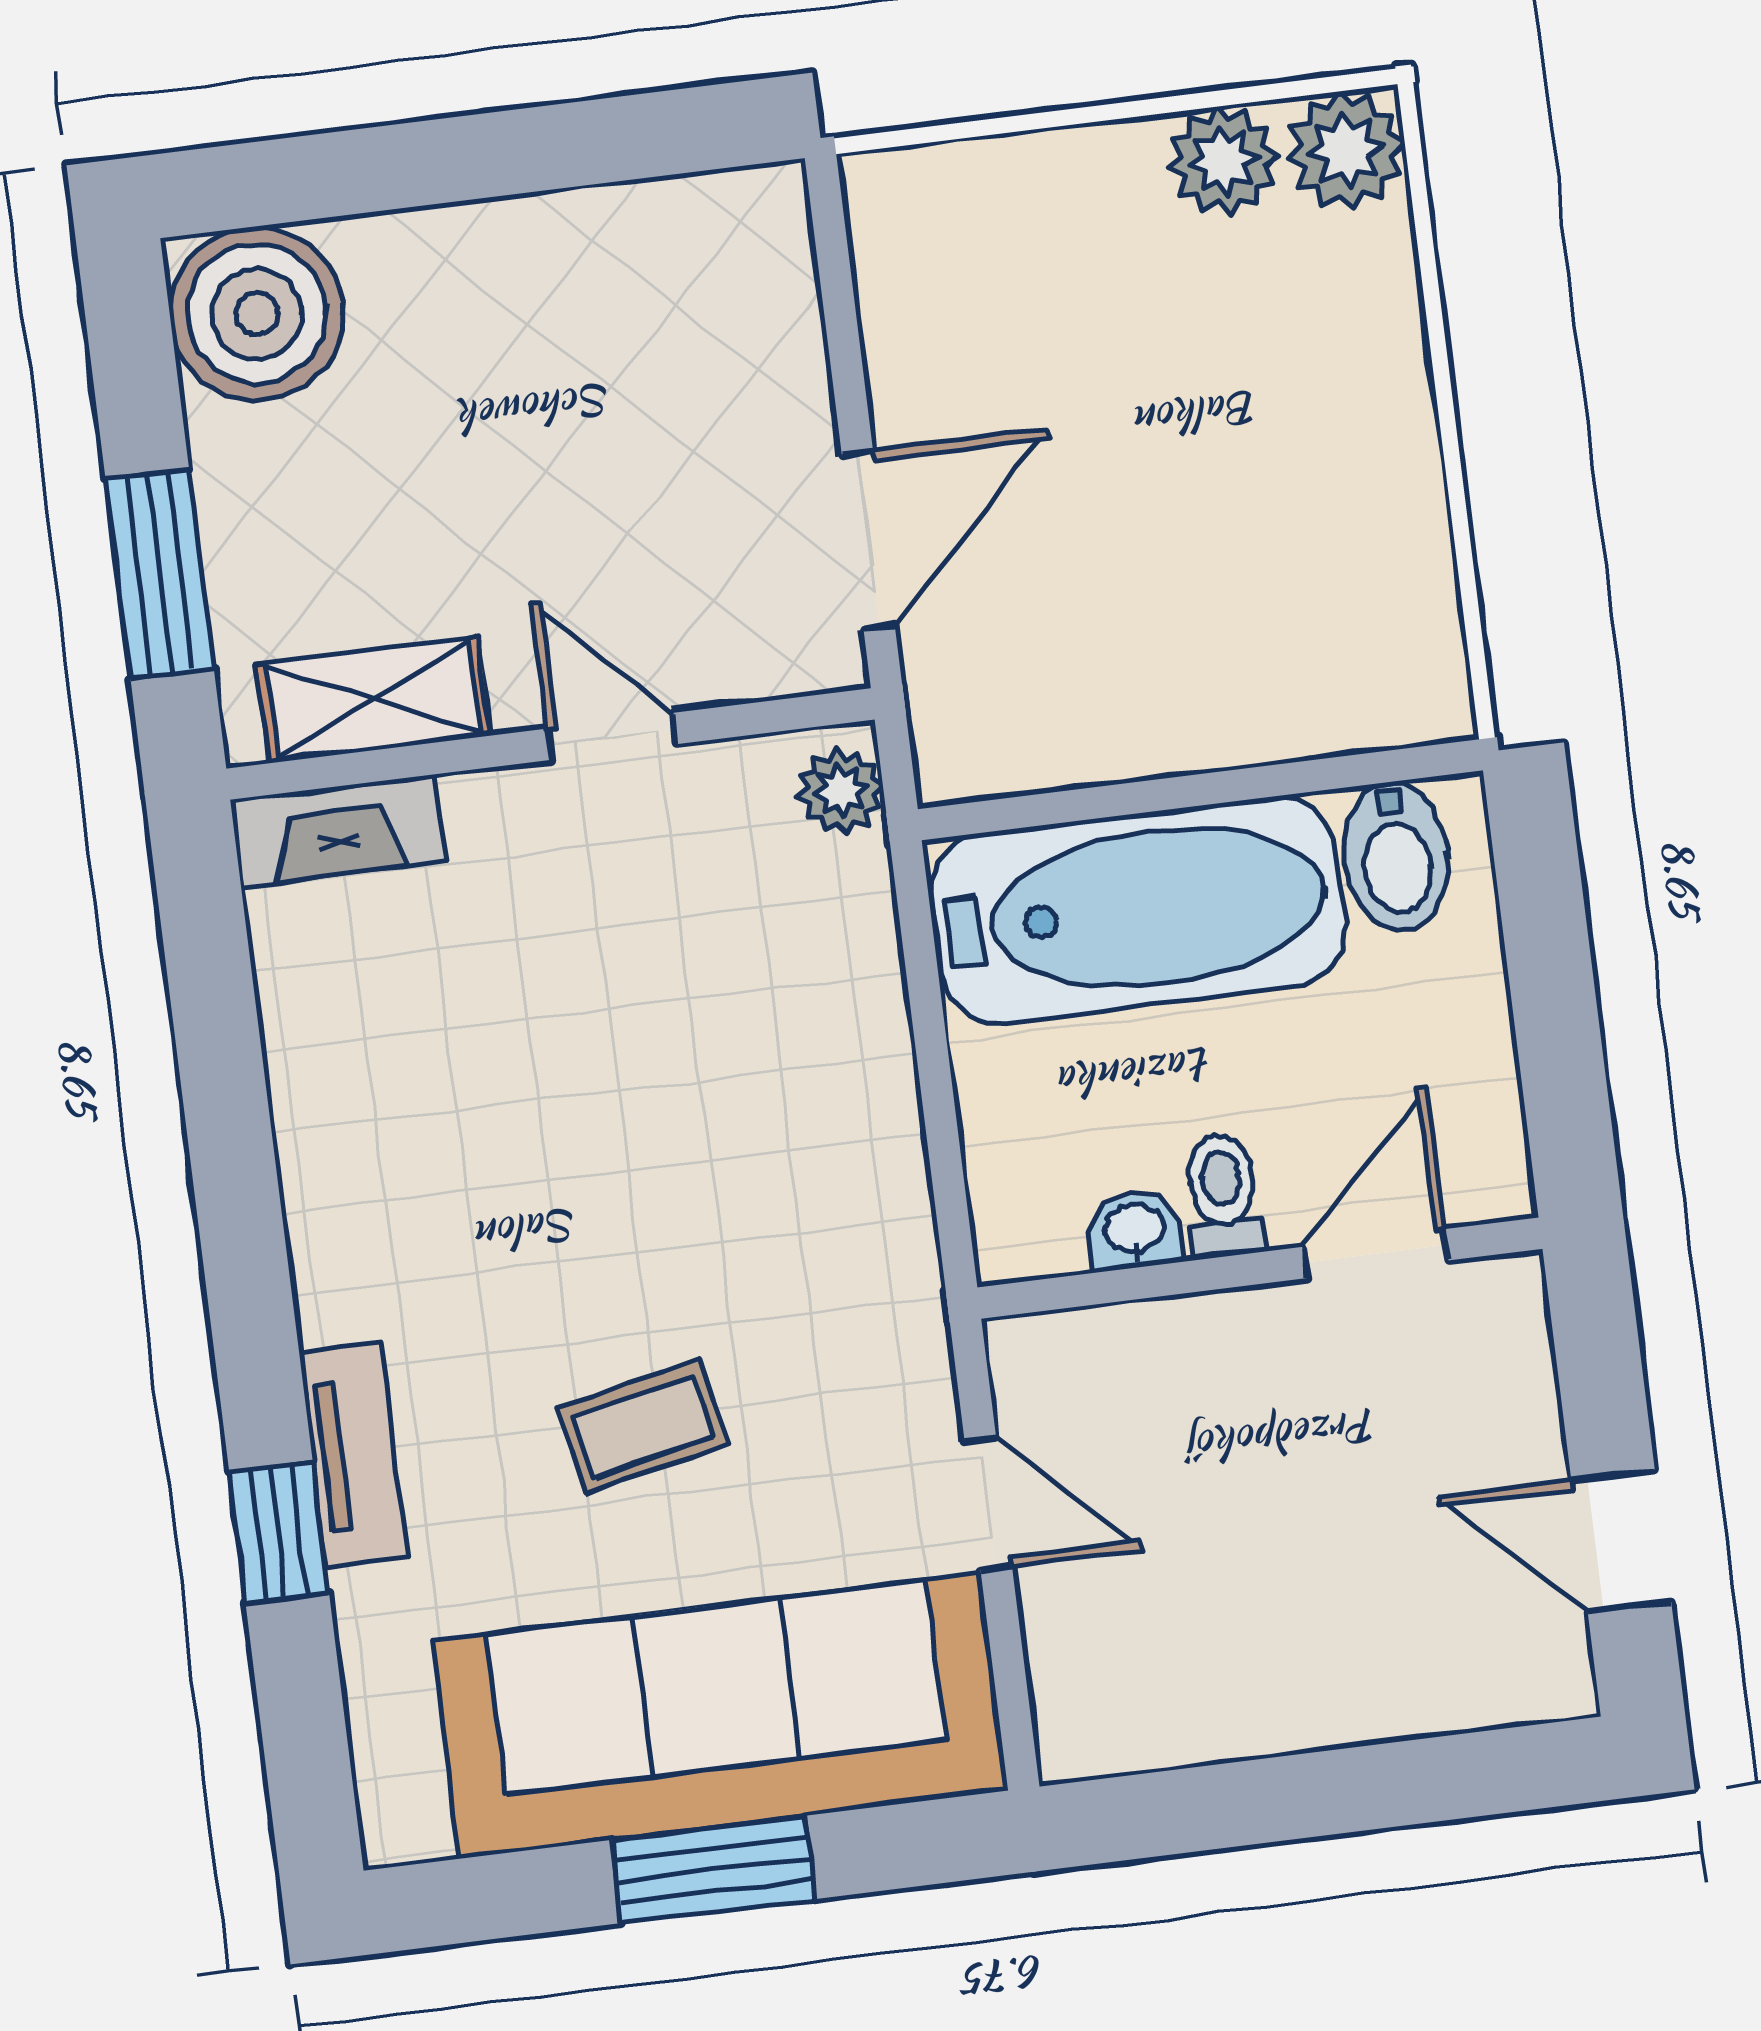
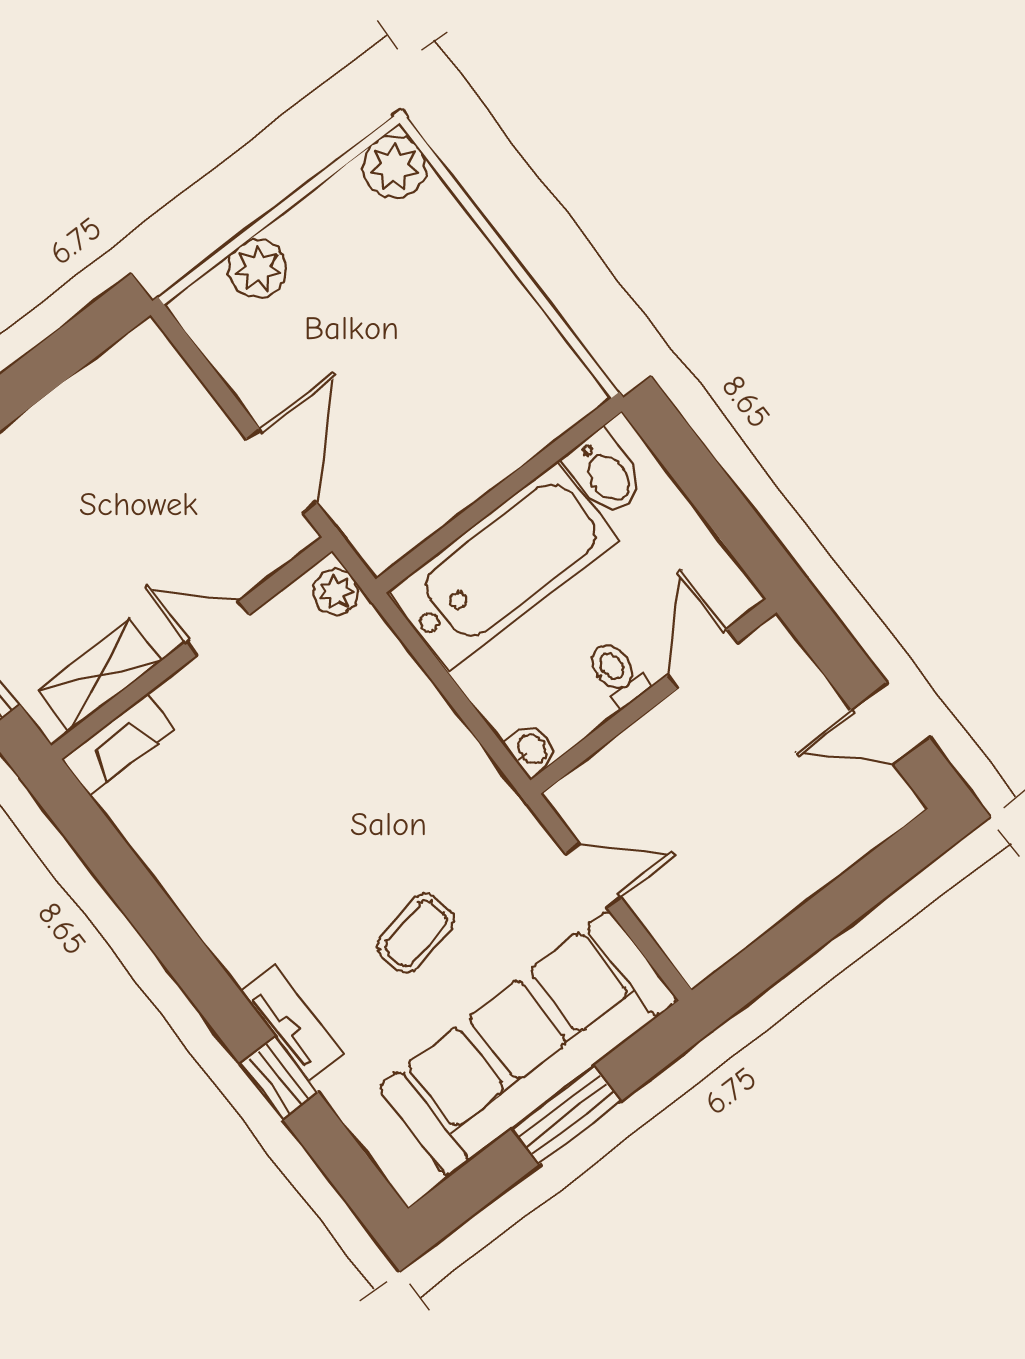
plant: (1223, 161) -> (258, 269), moved
washbasin: (1135, 1230) -> (531, 749), moved, turned 90

